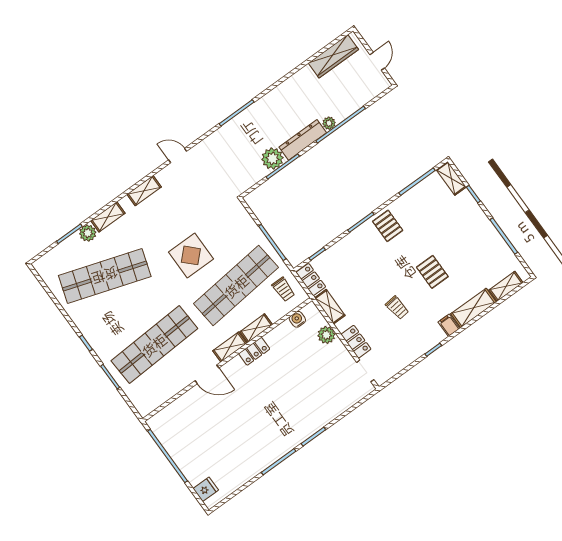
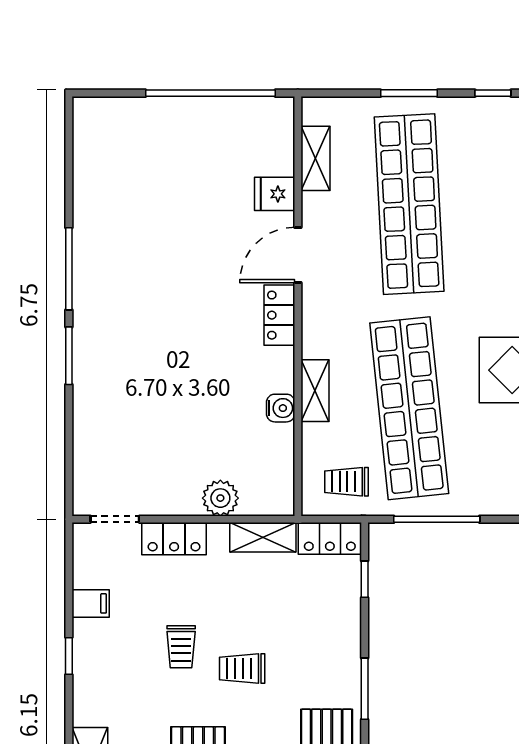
trolley: (388, 277) -> (242, 668), added
trolley: (397, 308) -> (181, 647), turned -83
water cooler: (297, 319) -> (281, 408), moved
filing cabinet: (449, 325) -> (91, 603), moved
shelving: (230, 347) -> (315, 158), moved
locker: (254, 351) -> (279, 315), moved
fridge: (206, 489) -> (275, 194), moved, turned 90

